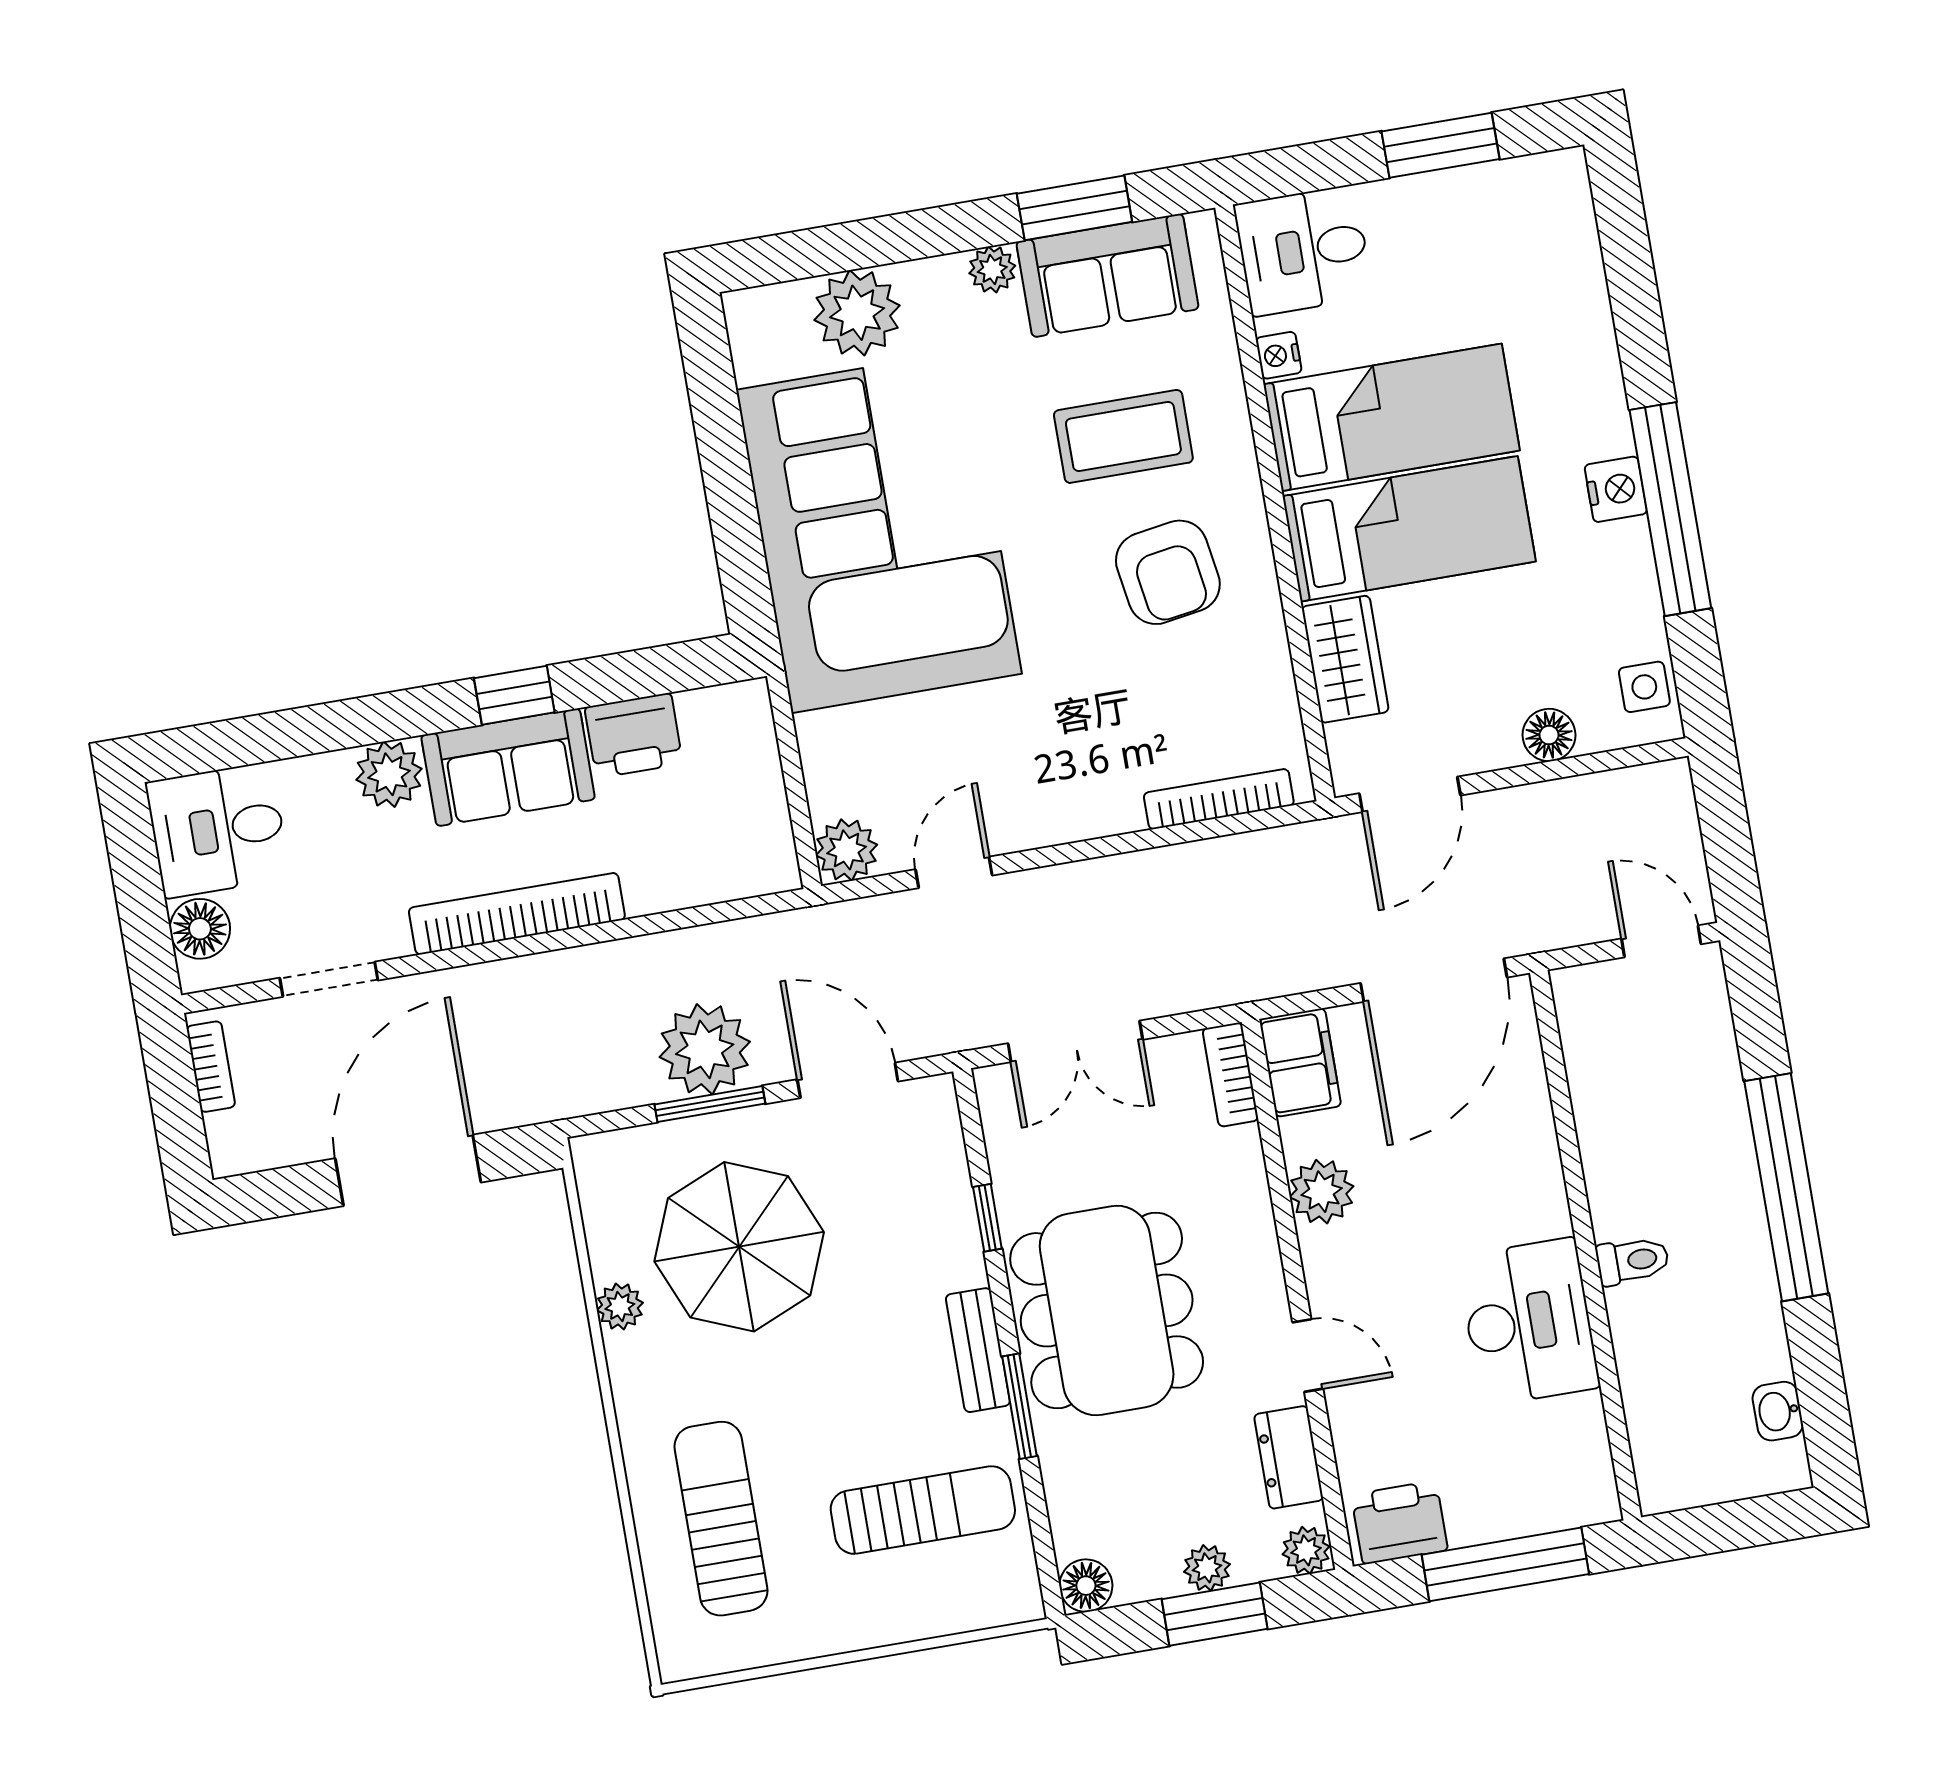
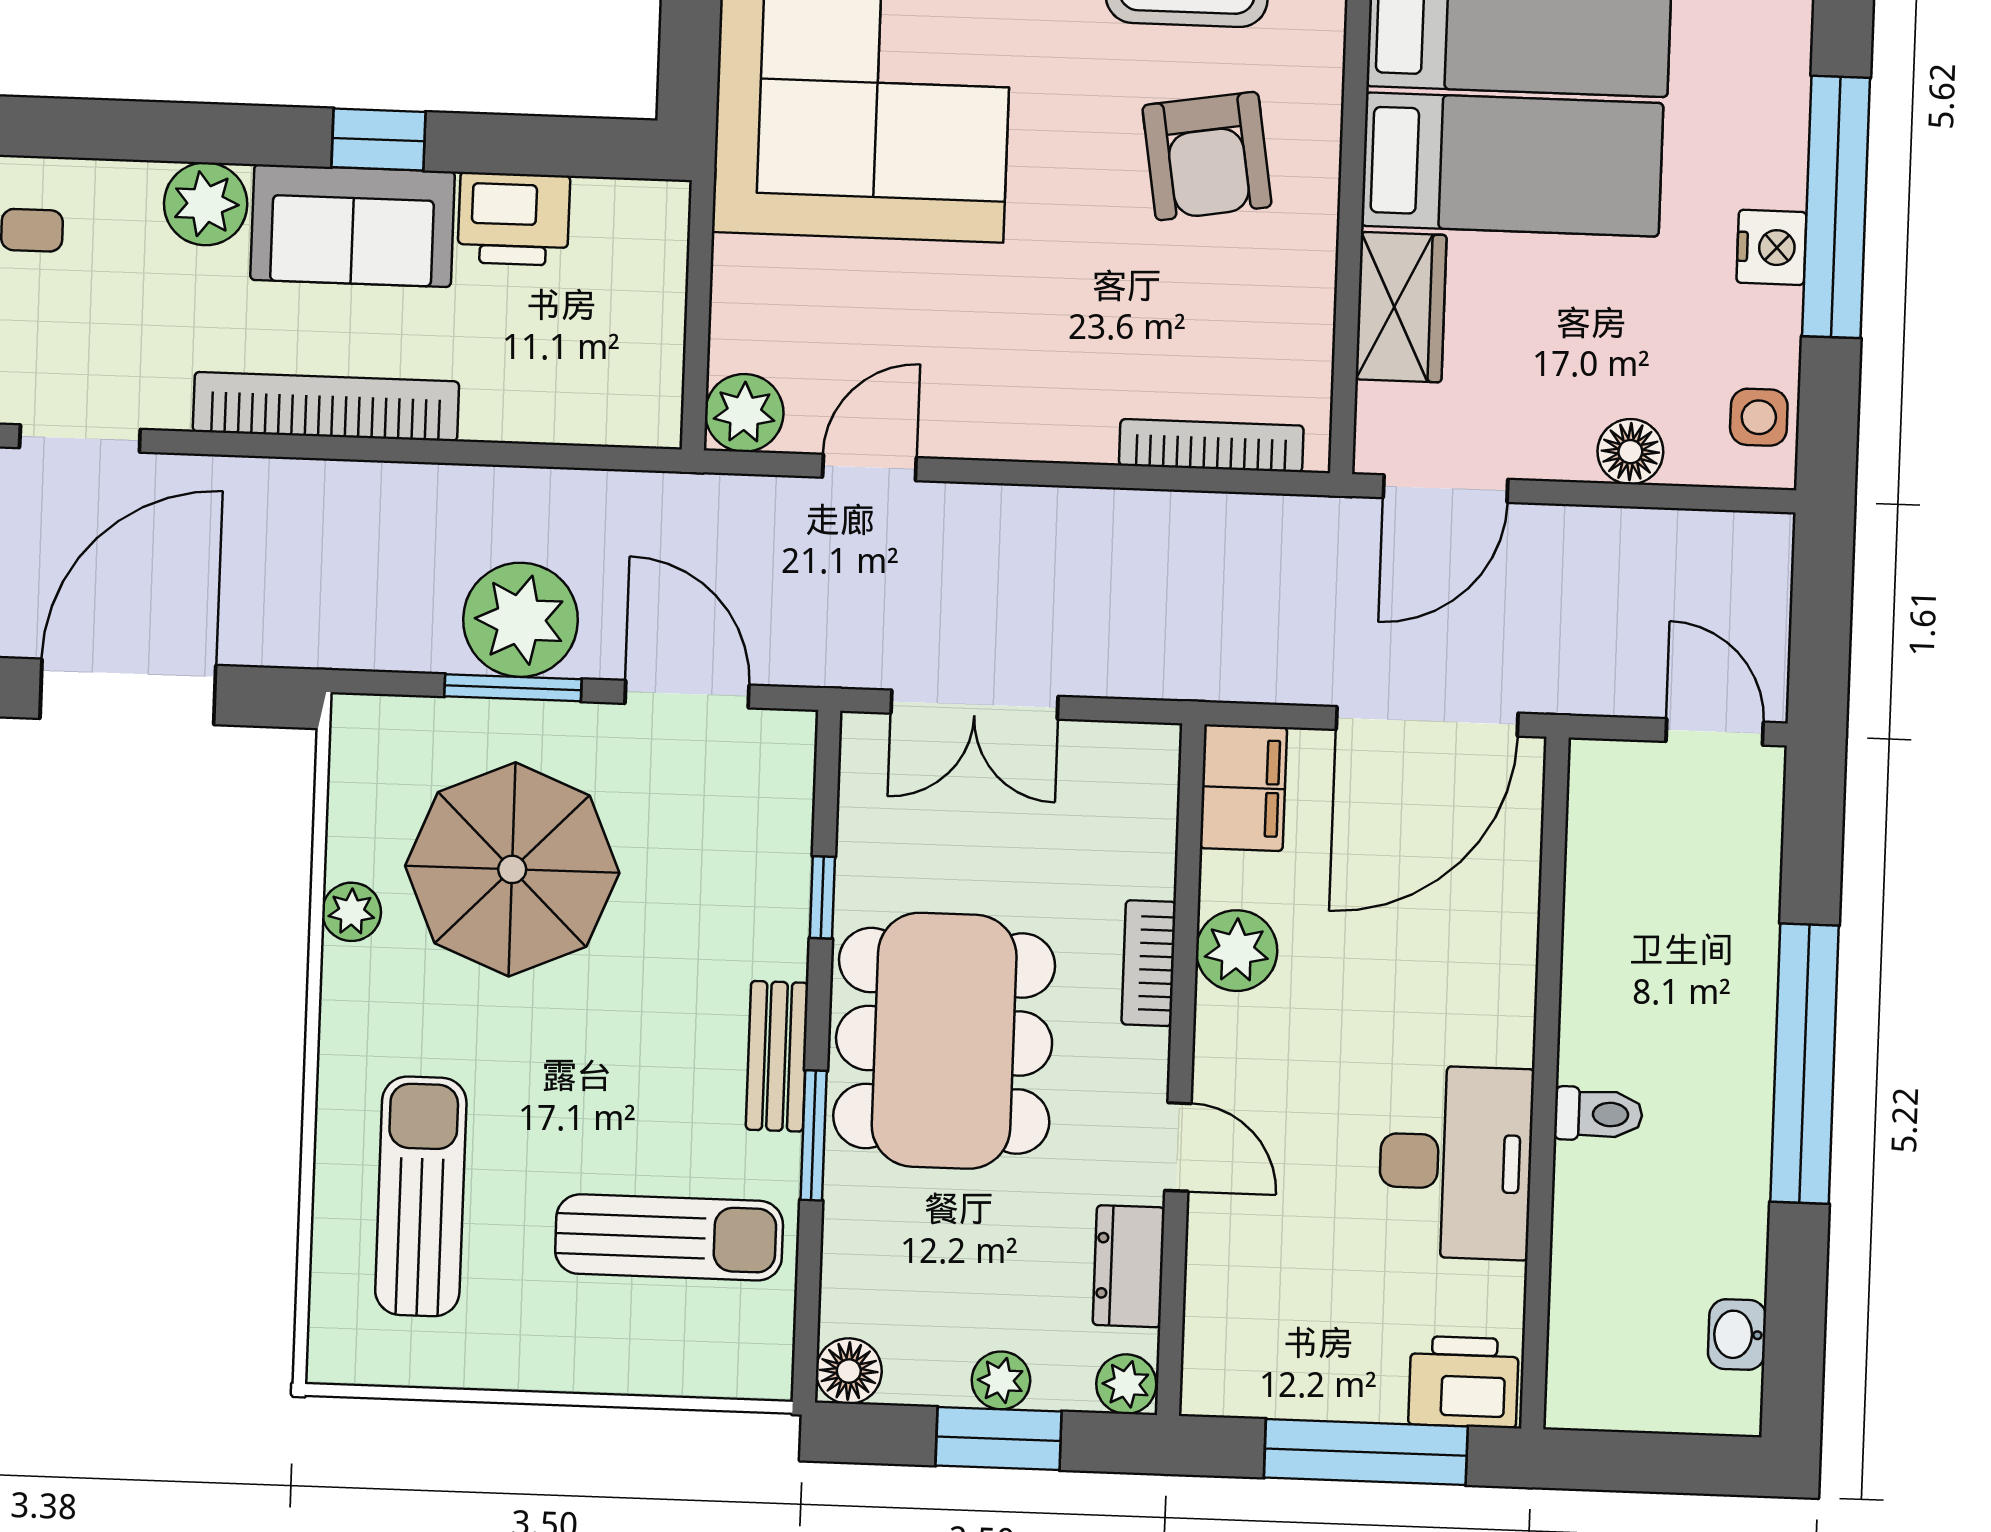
nightstand: (1616, 489) -> (1771, 247), moved
bookcase: (1230, 1075) -> (1149, 963), moved
printer: (1400, 1522) -> (1464, 1382), moved

